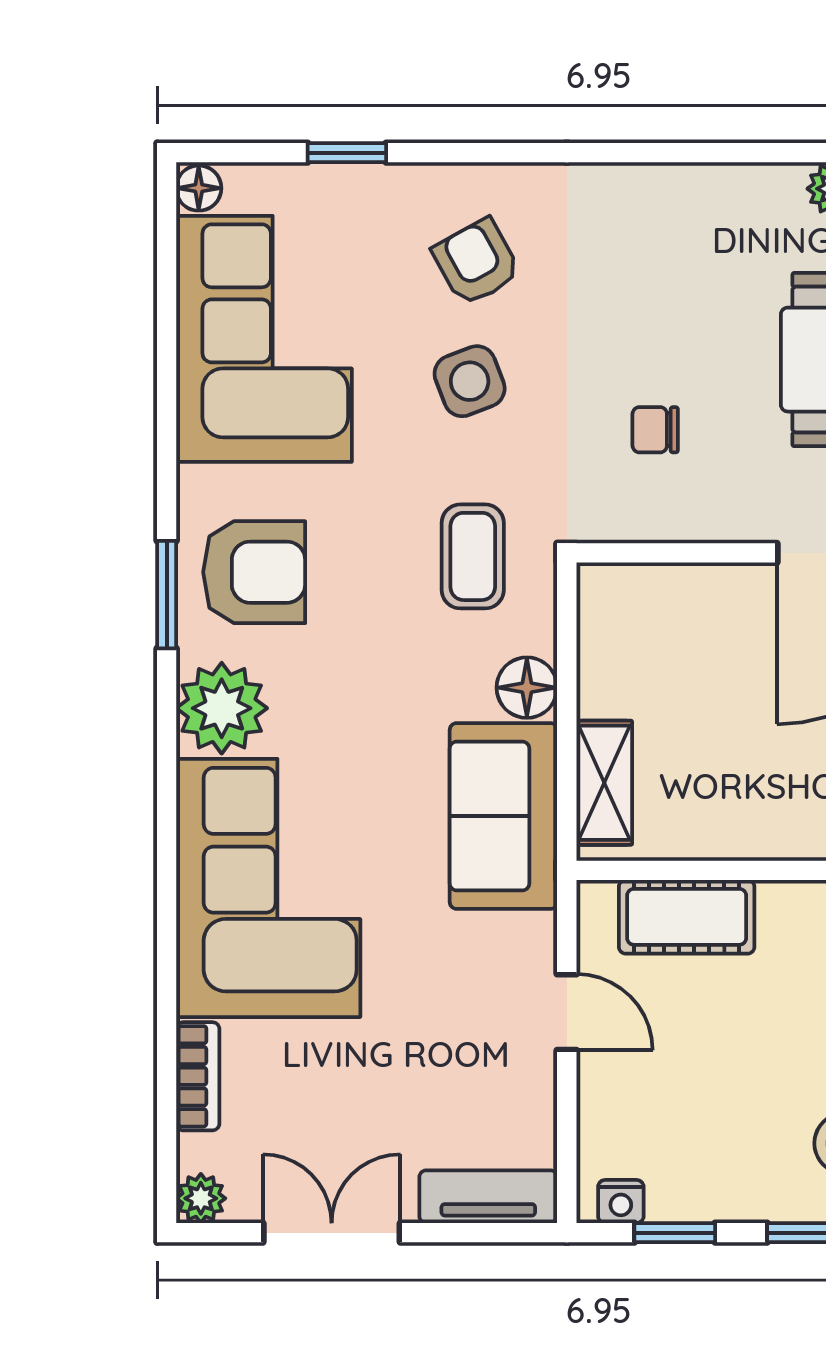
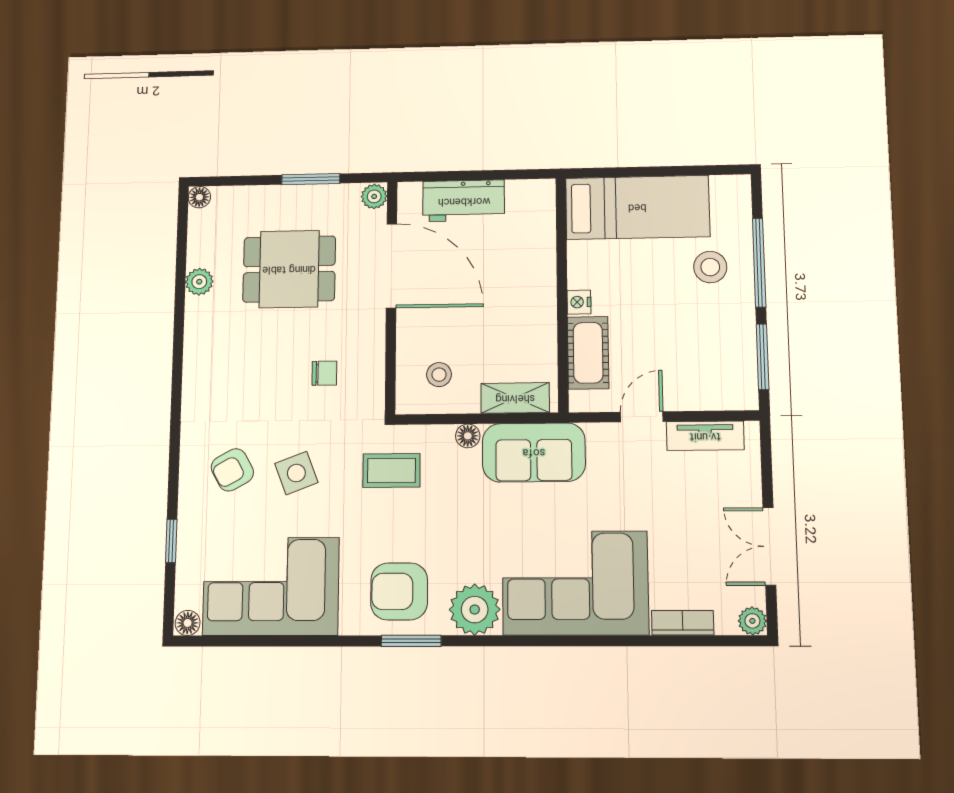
chair: (655, 430) -> (324, 373), turned -90
armchair: (254, 572) -> (399, 591), turned -90
stool: (650, 643) -> (439, 375), added
floor lamp: (527, 688) -> (468, 436), width x0.73, depth x0.73
tv unit: (488, 1197) -> (705, 436), moved, turned -90
nightstand: (621, 1201) -> (579, 302), moved, turned 180
window: (675, 1233) -> (763, 357), width x1.50

